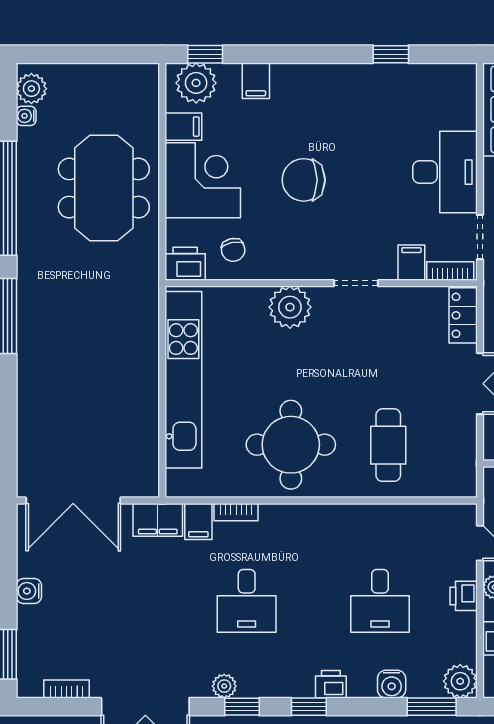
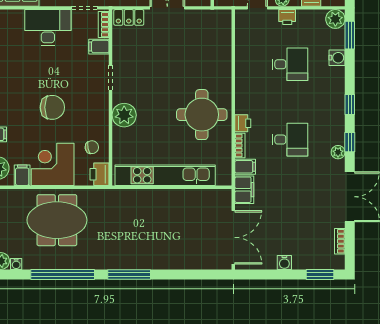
chair: (304, 180) -> (52, 107), turned -90
cafe table: (388, 445) -> (202, 60), removed
printer: (331, 684) -> (243, 123), moved, turned 180

